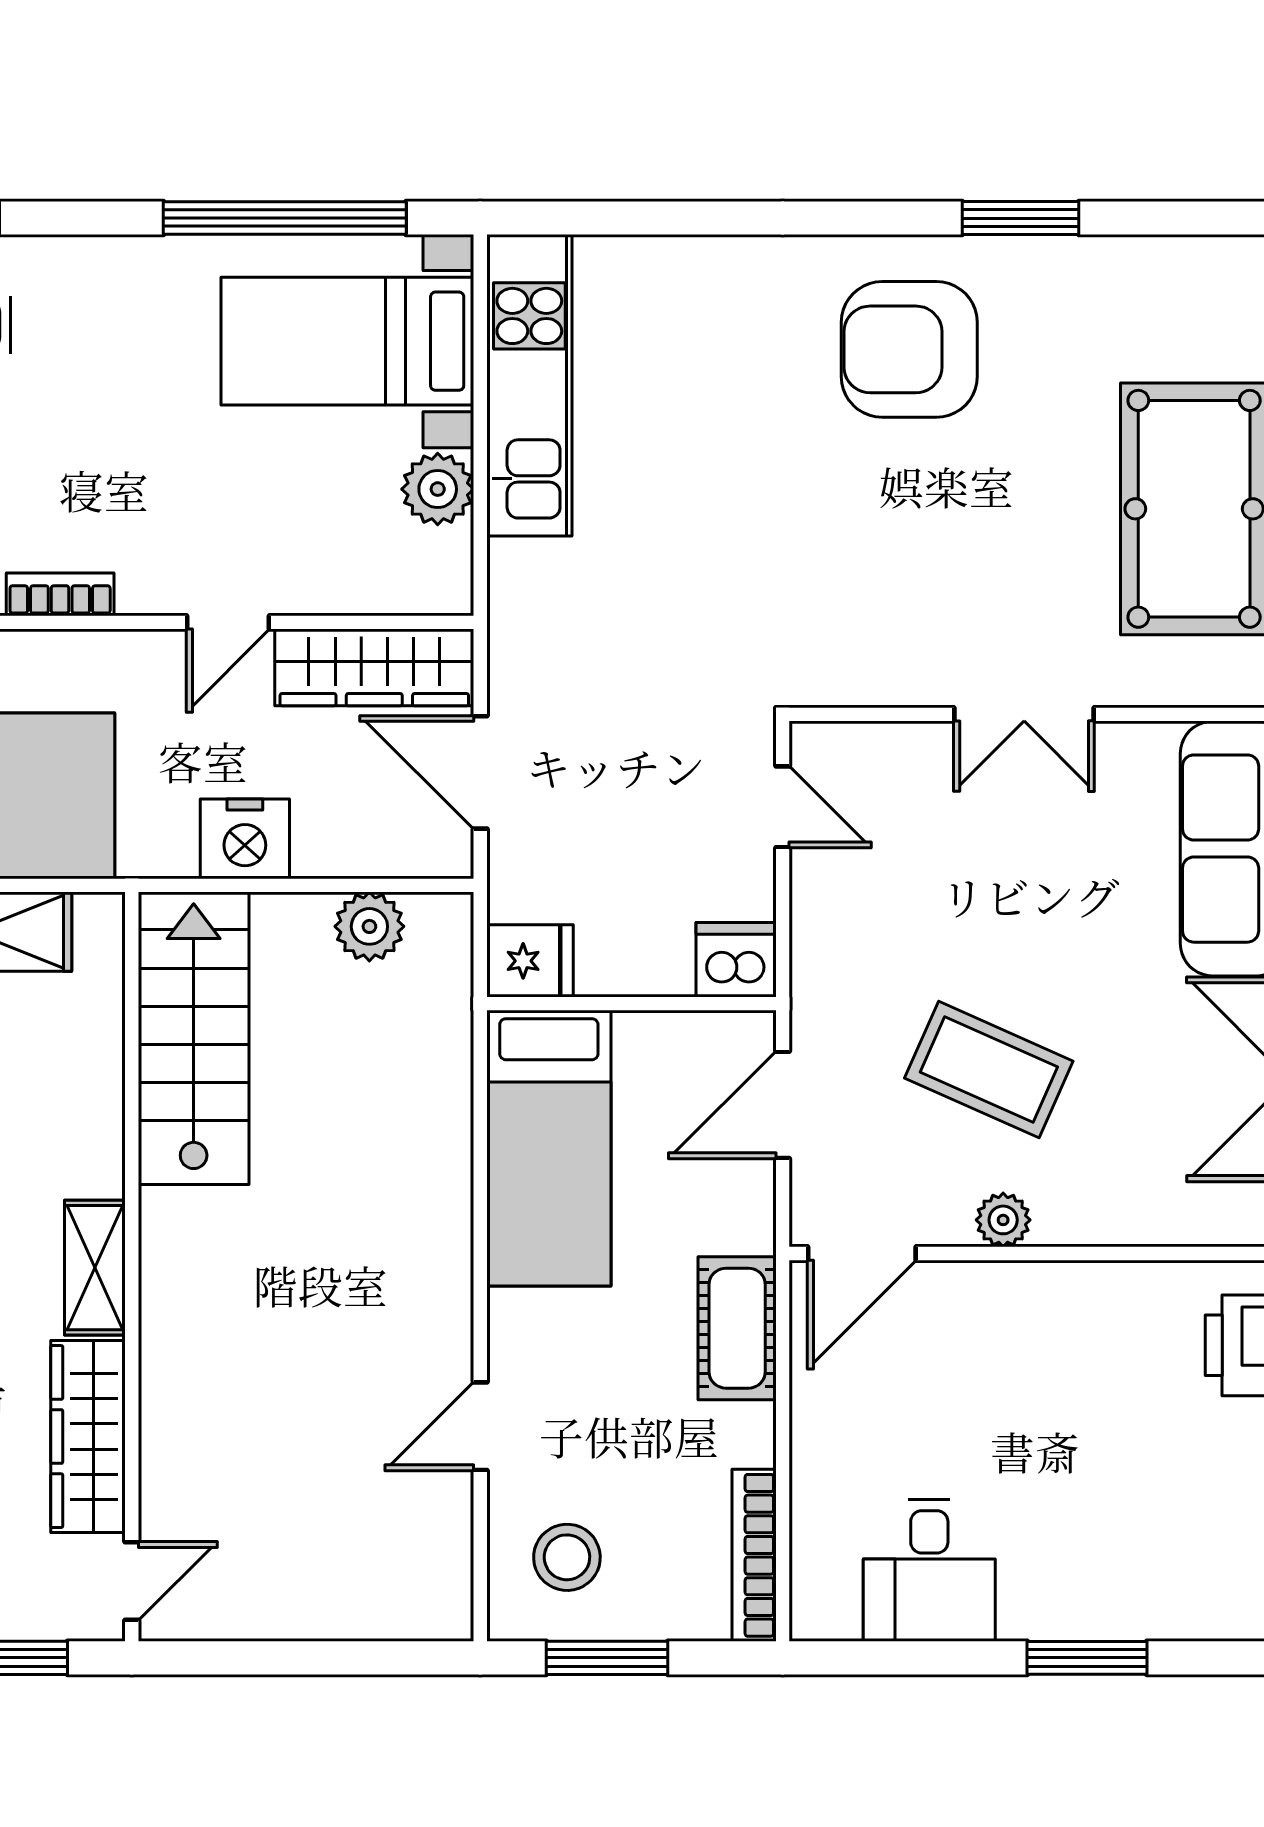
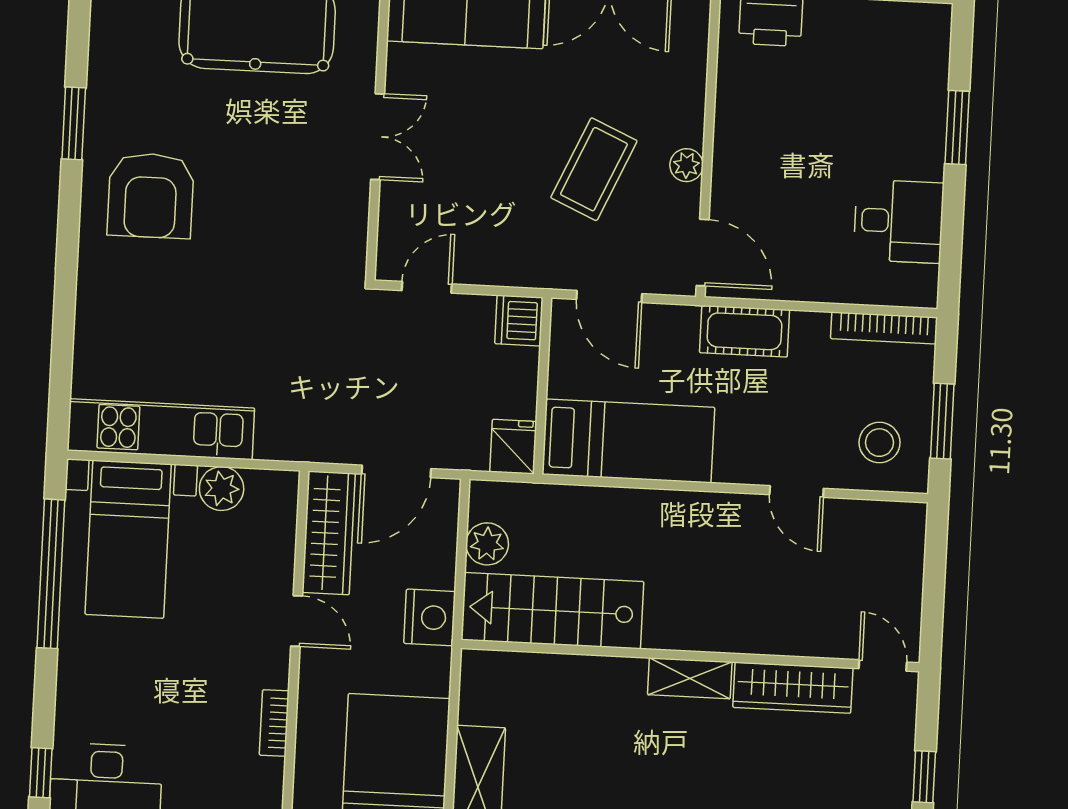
stairs: (194, 1038) -> (552, 611), moved
wall: (132, 1267) -> (690, 656), moved
shelving: (95, 1268) -> (690, 678), moved
wardrobe: (88, 1437) -> (793, 688), moved
door: (132, 1581) -> (883, 665), moved

